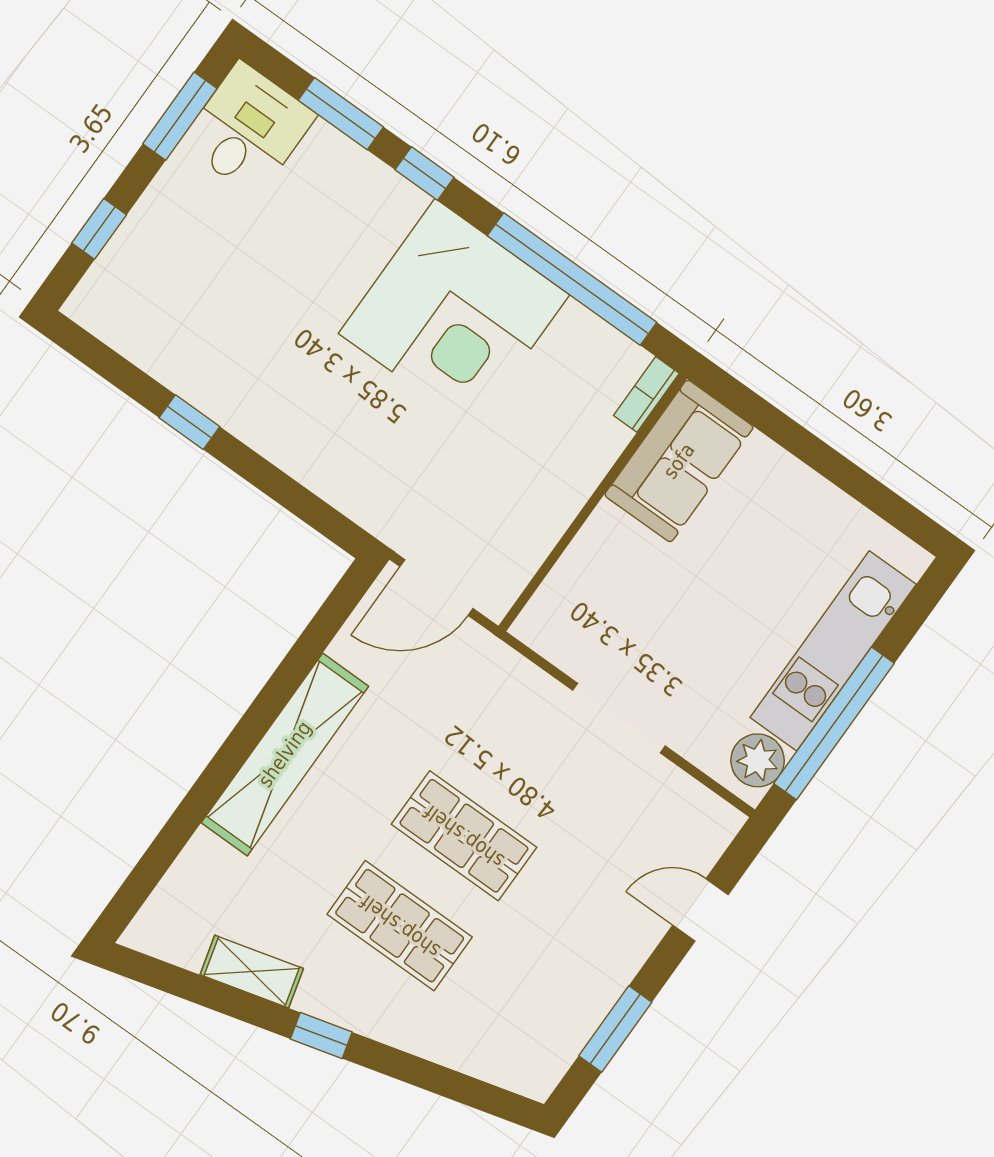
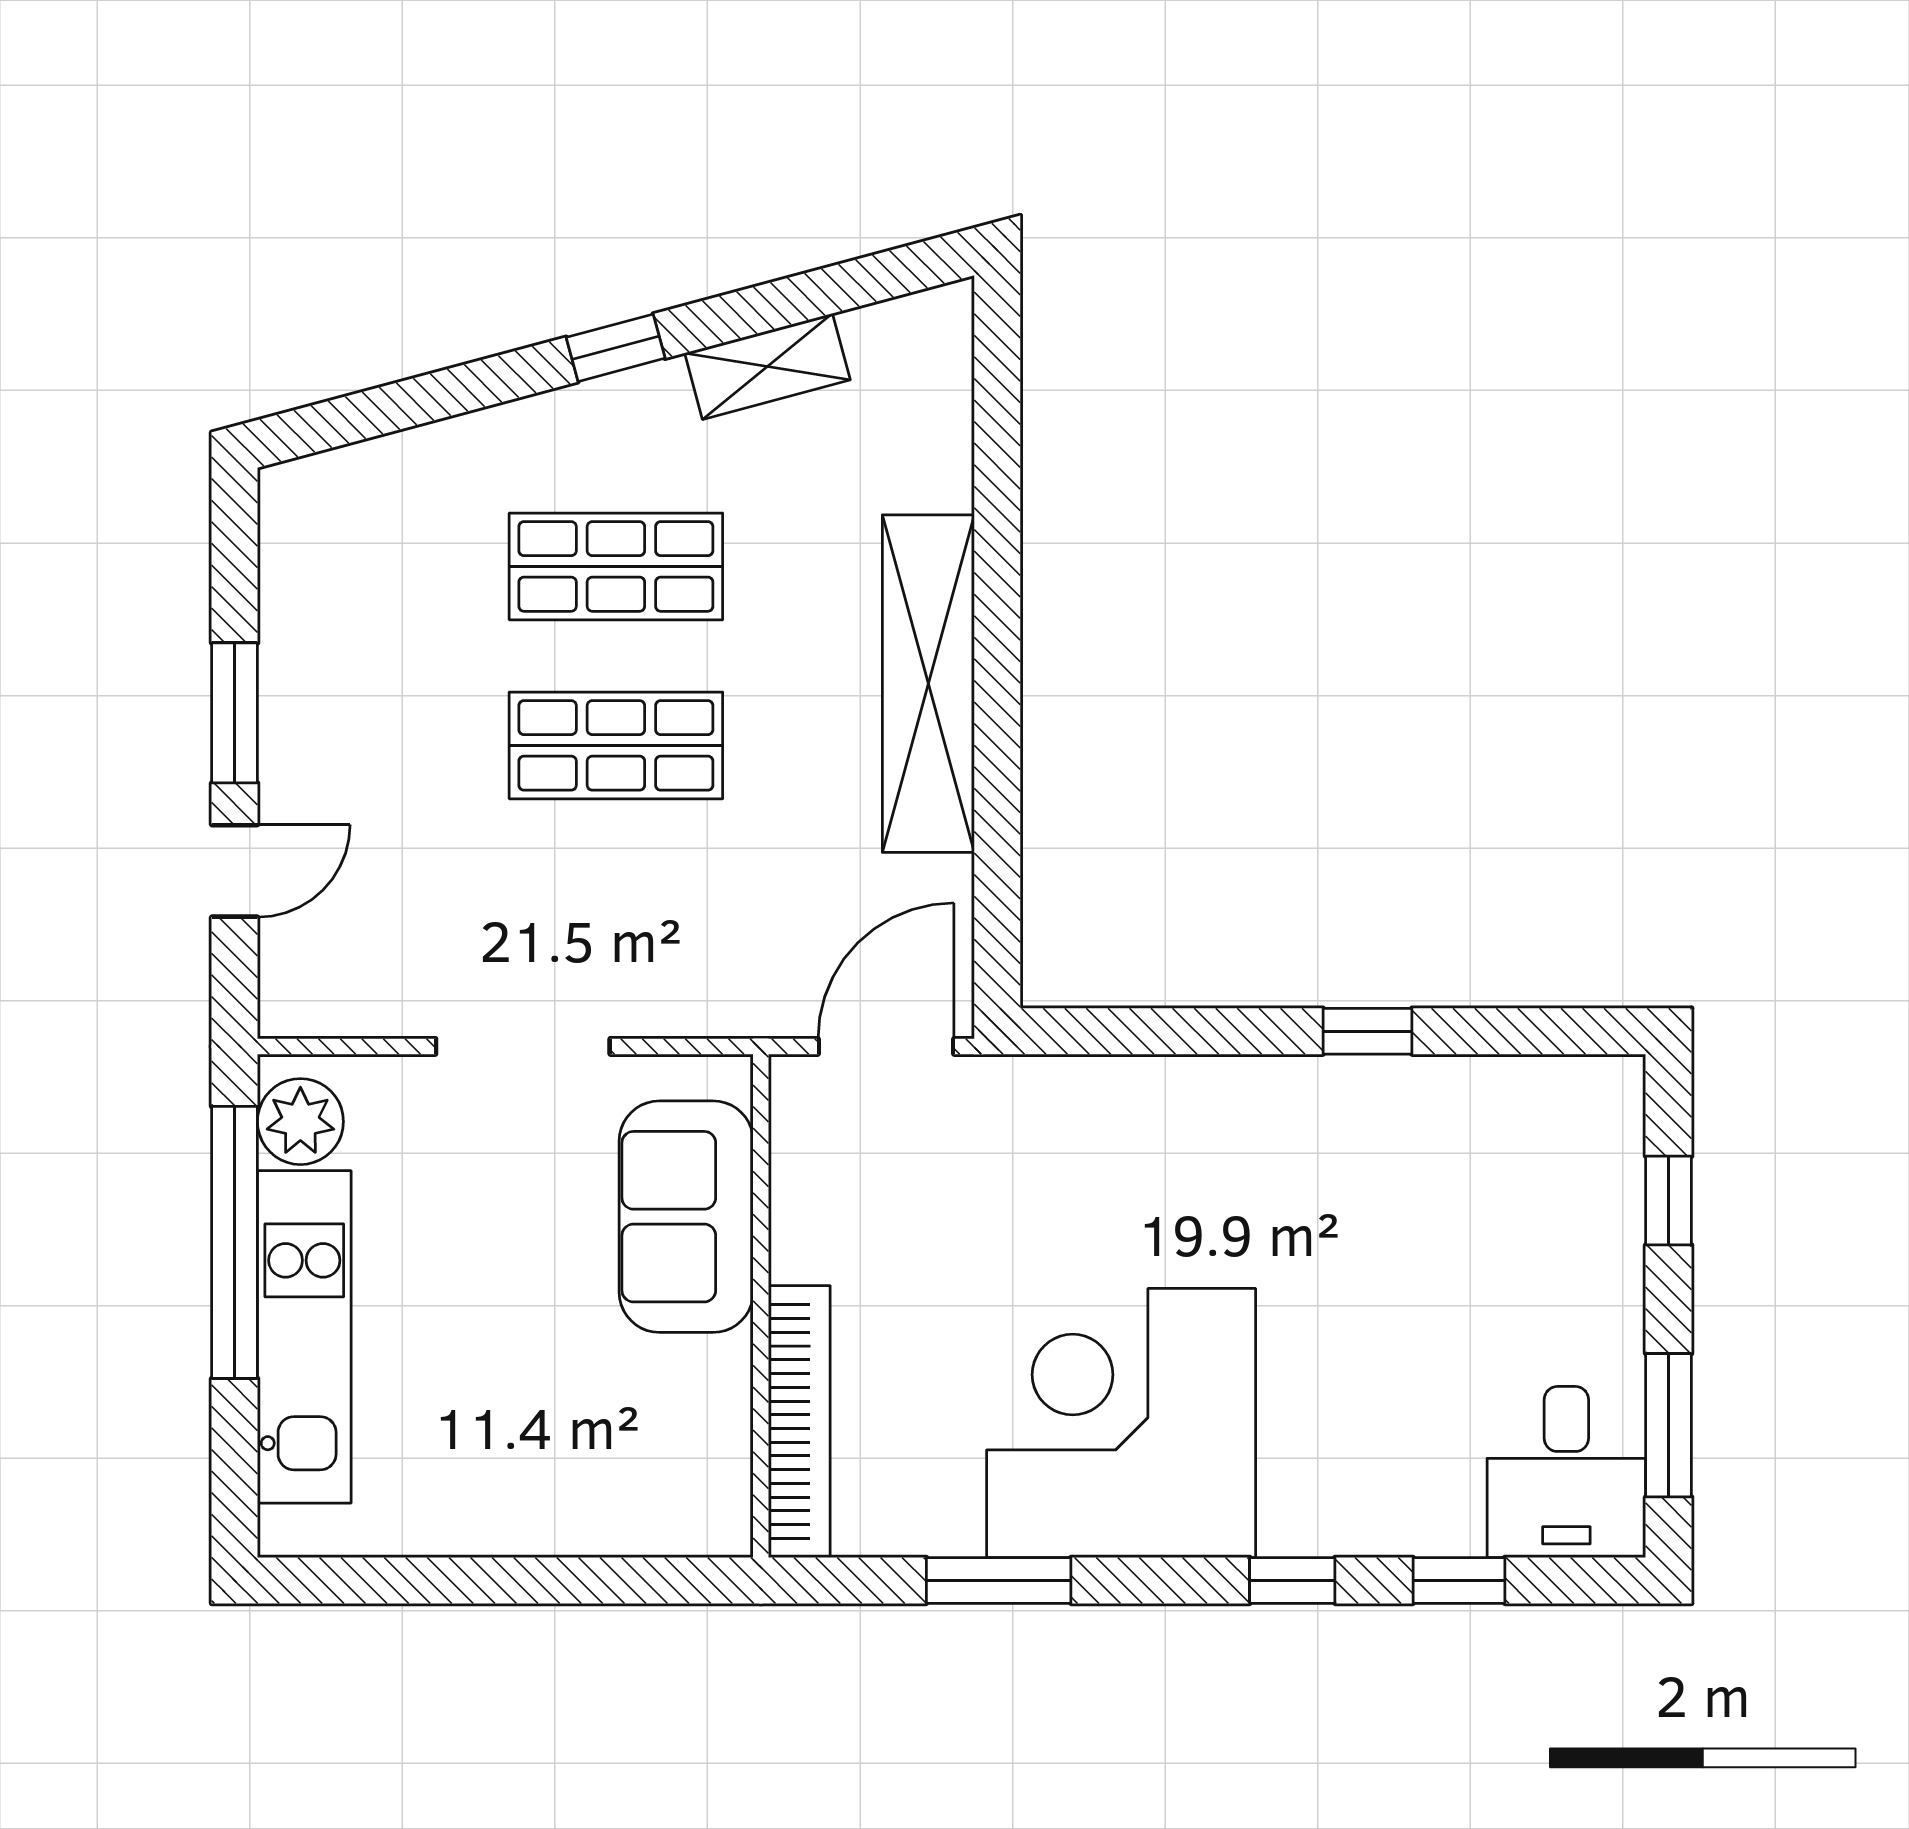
window: (341, 114) -> (1459, 1580), width x0.67
window: (572, 279) -> (999, 1580), width x0.47
bookcase: (646, 394) -> (799, 1422), width x2.31, depth x1.31
sofa: (679, 461) -> (686, 1217), moved
window: (615, 1029) -> (235, 713), moved

